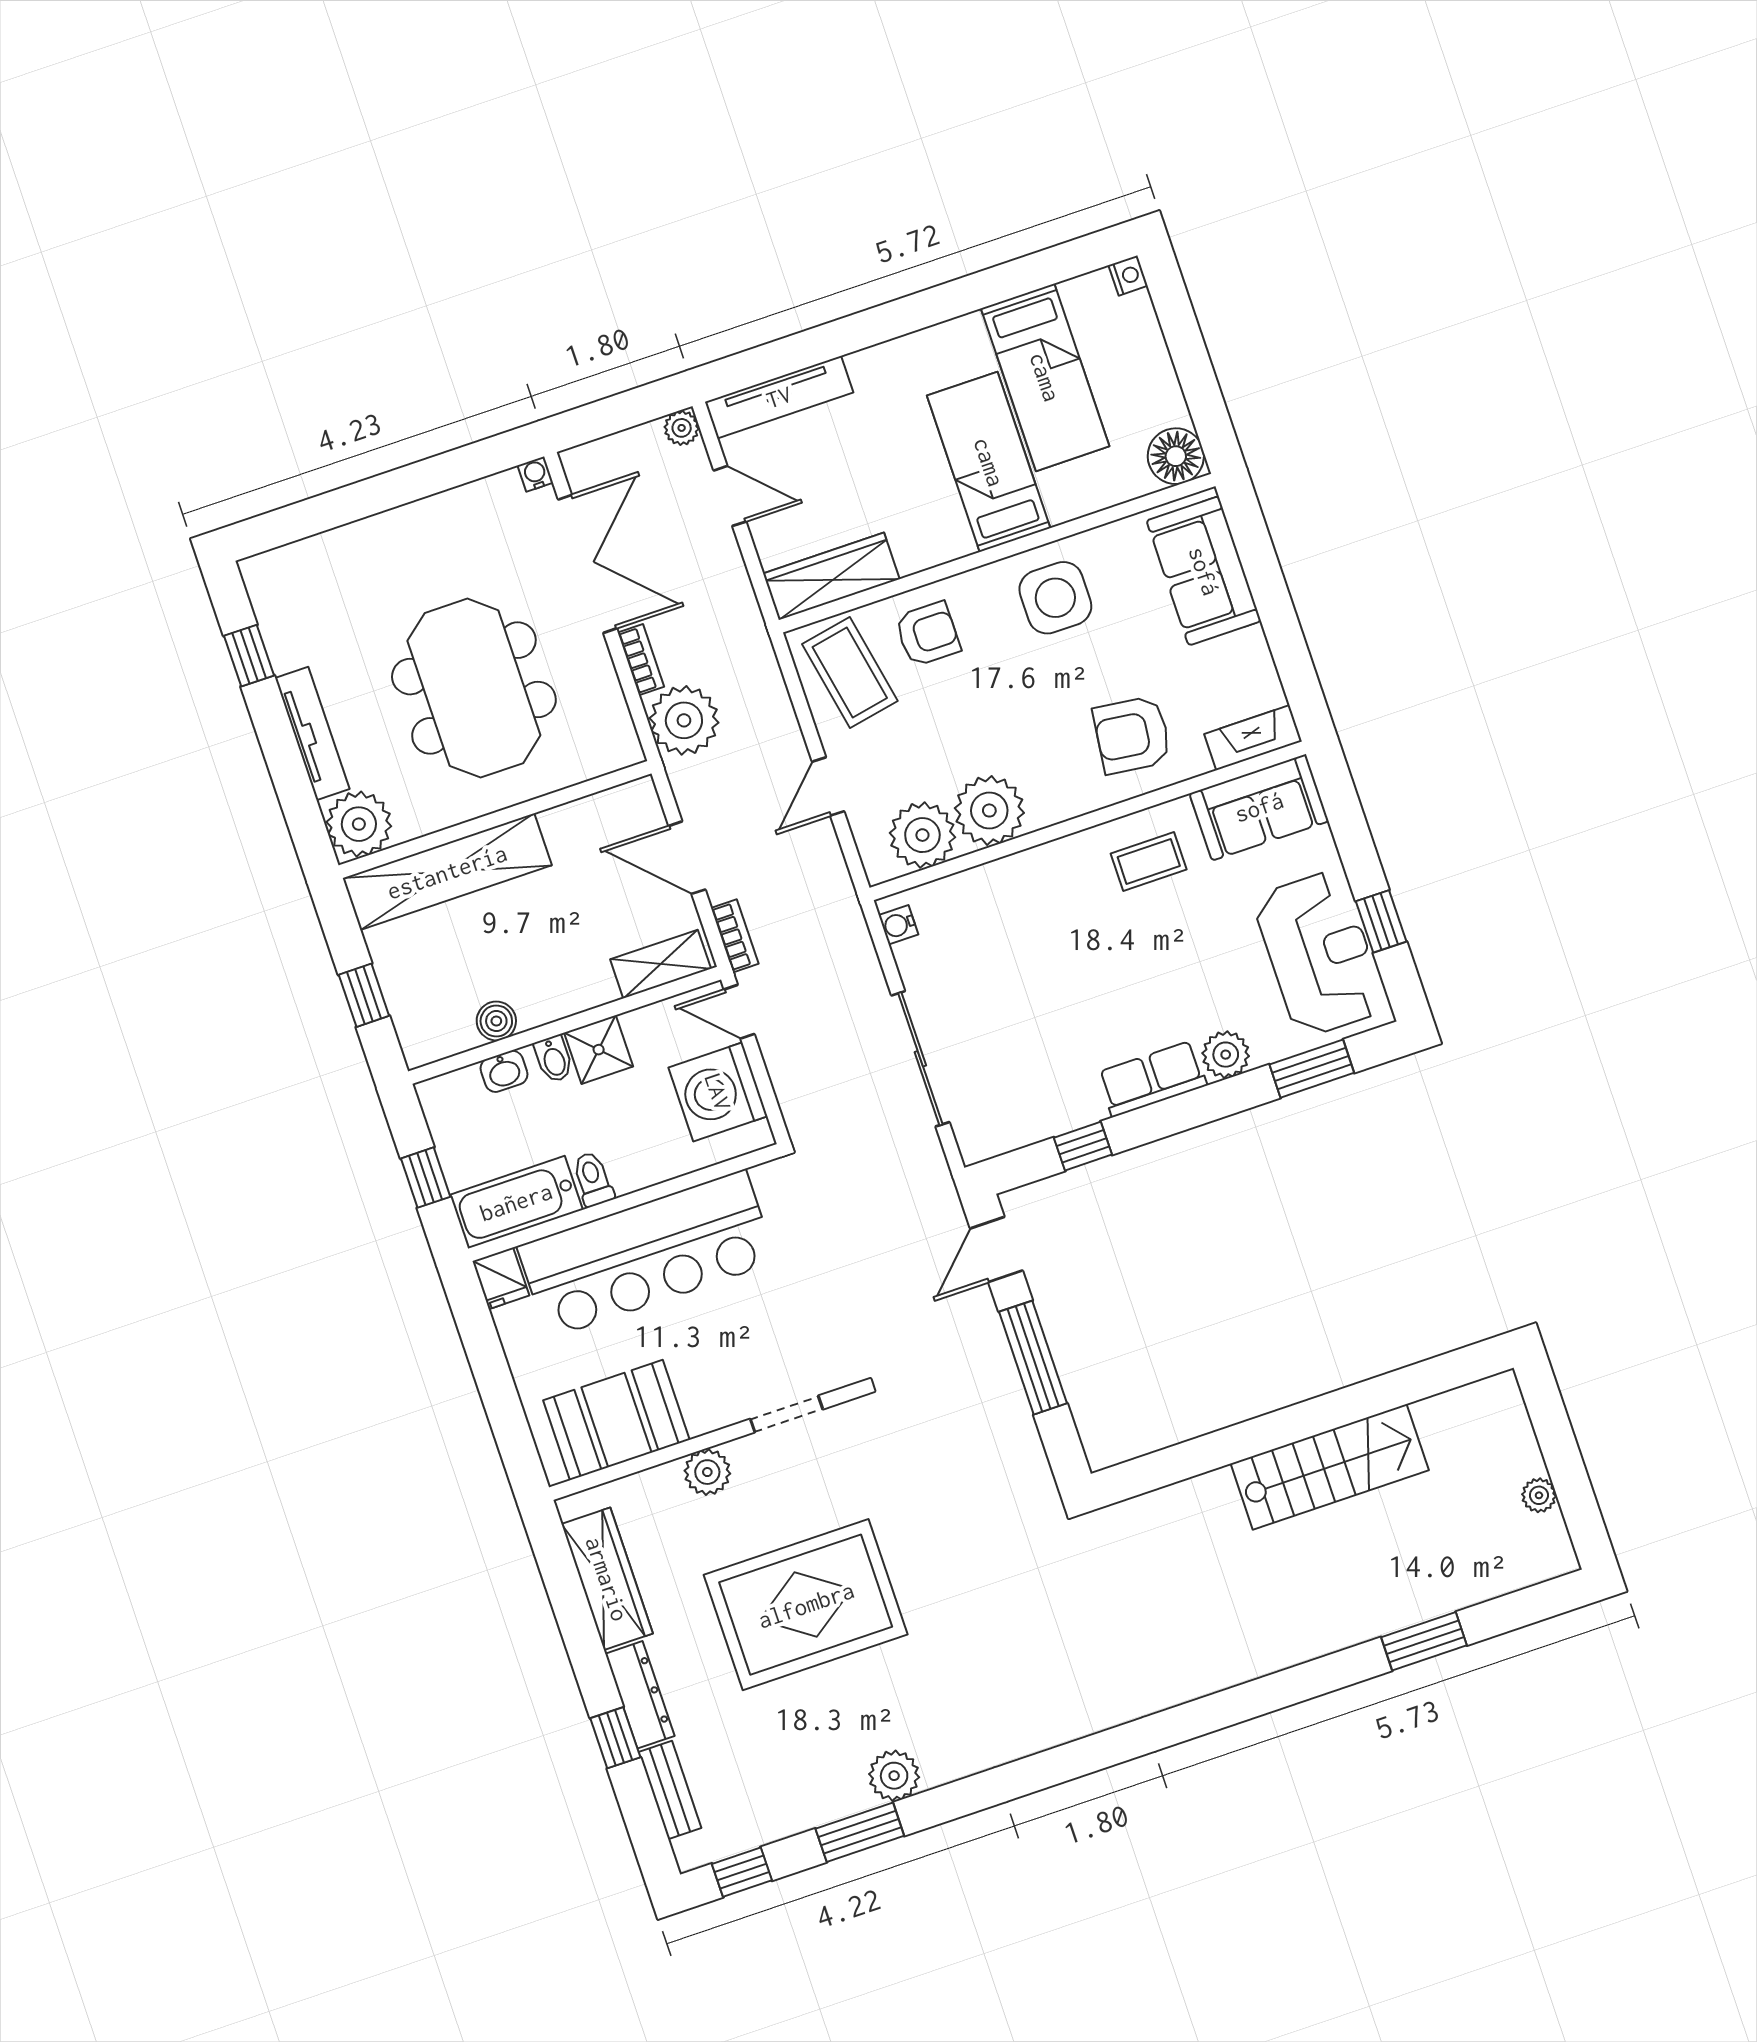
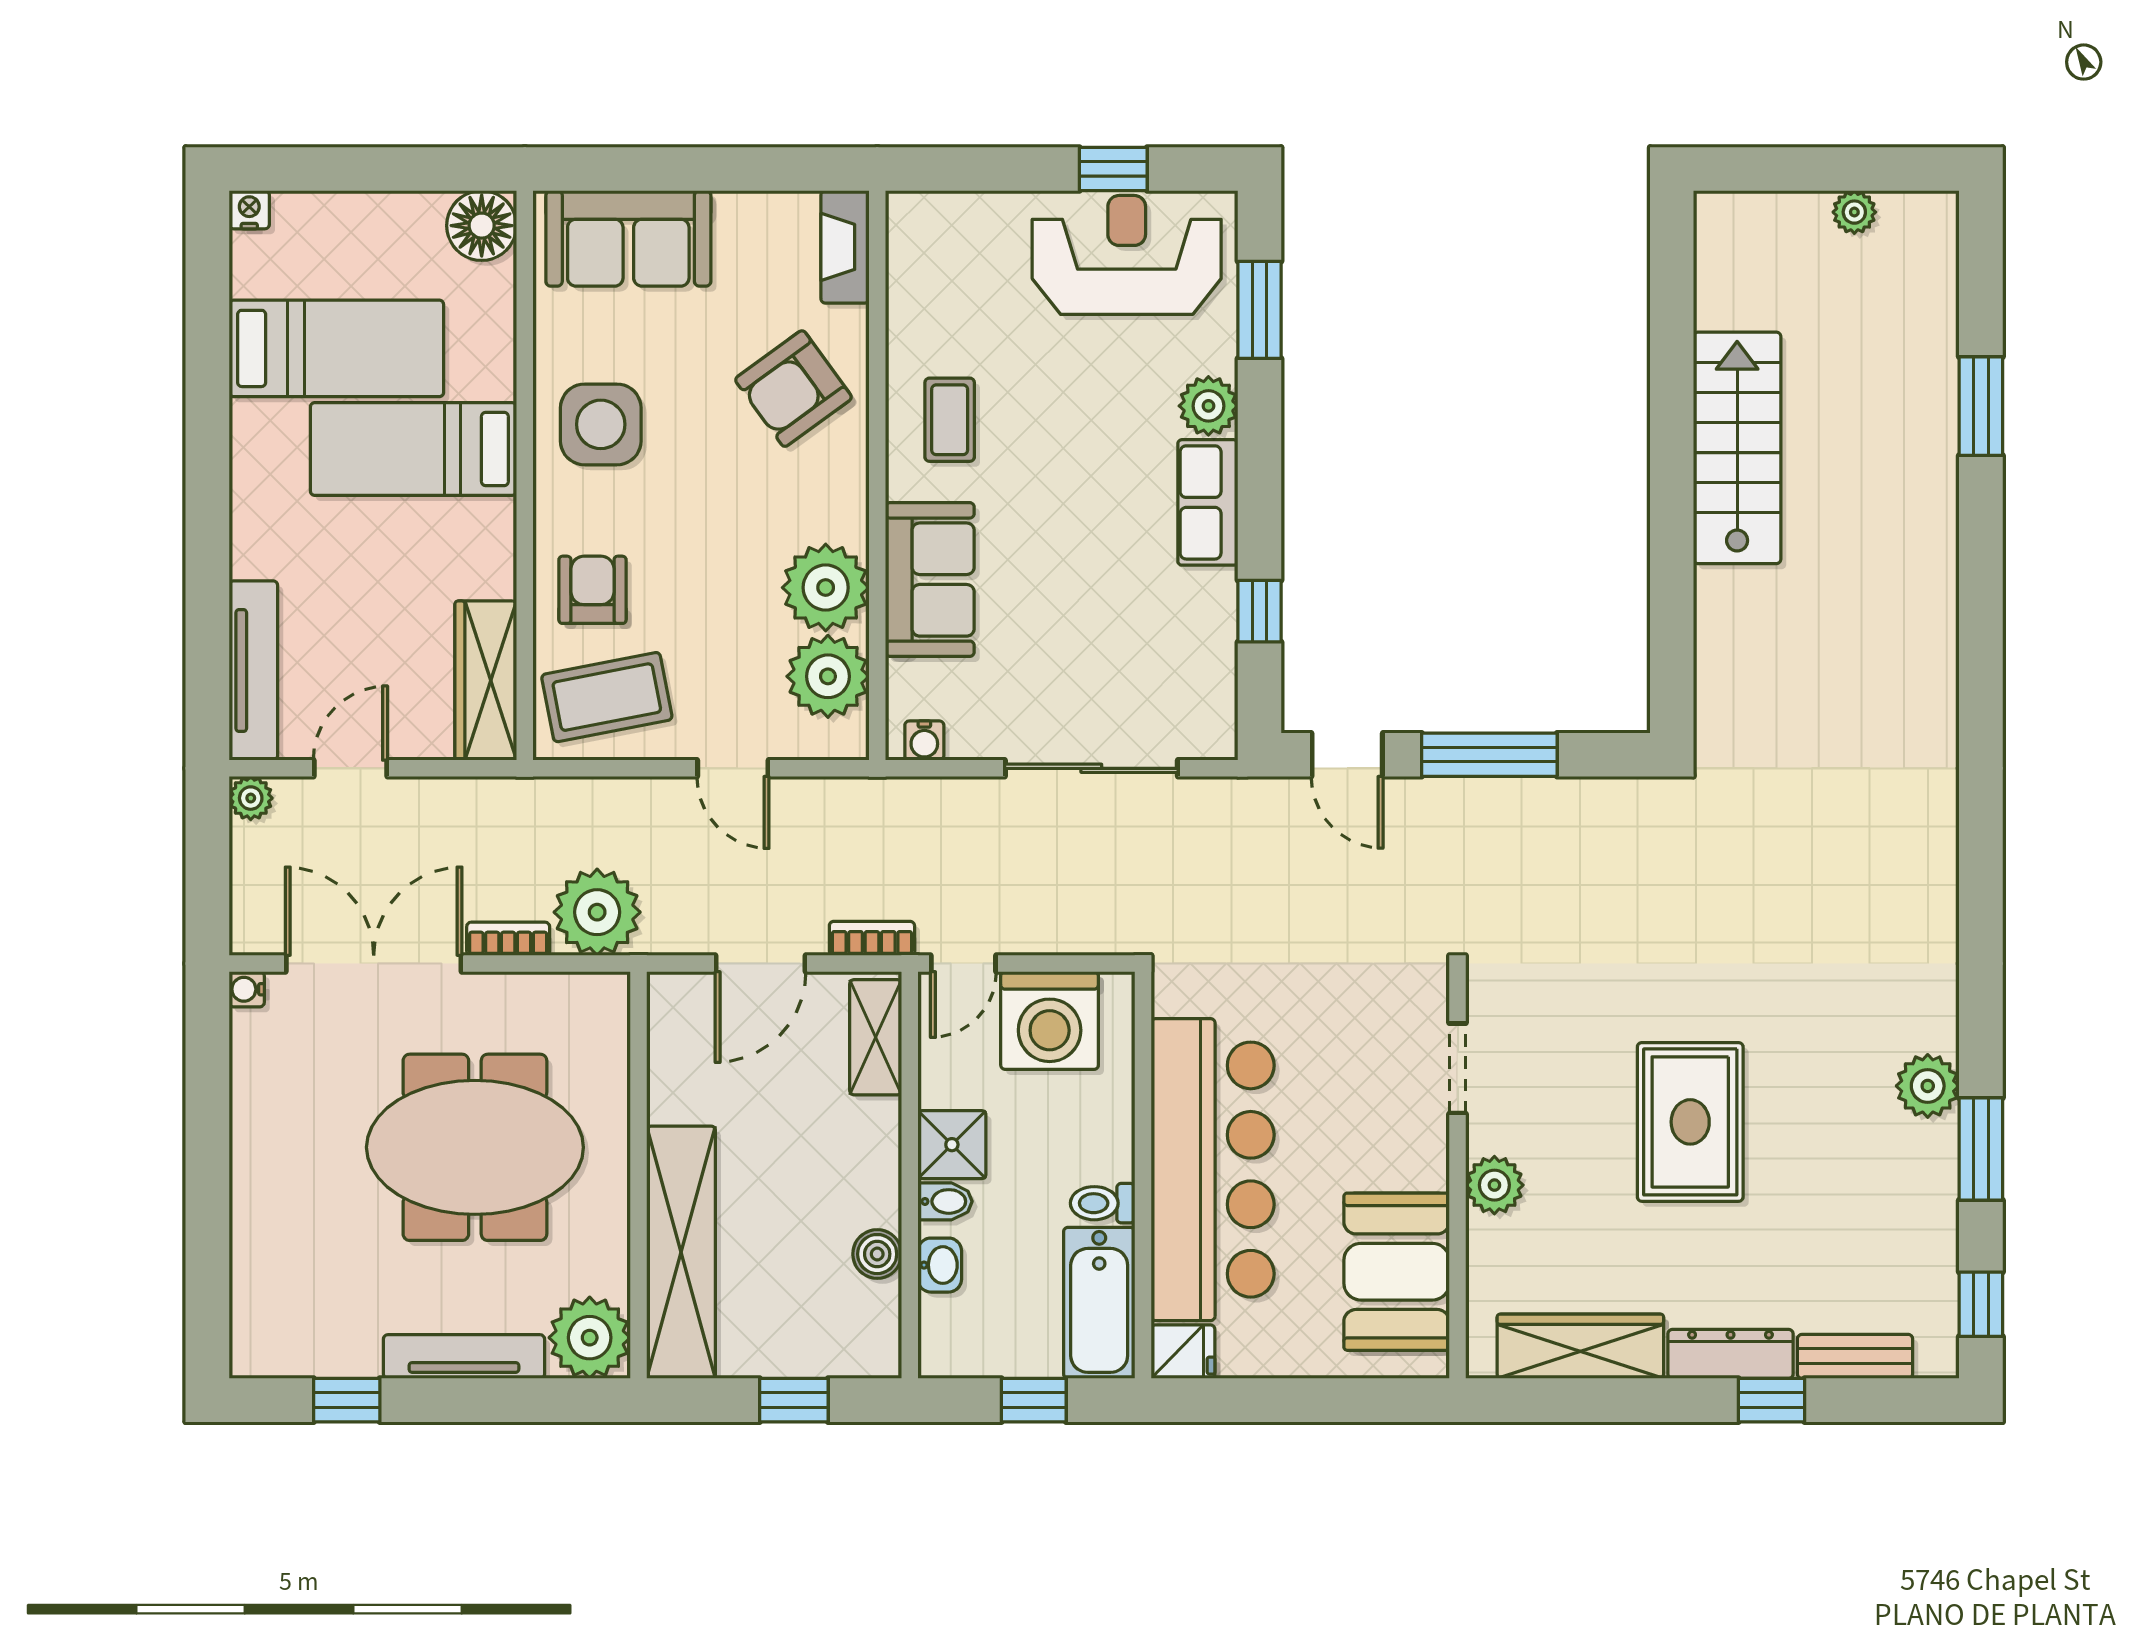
armchair: (1132, 735) -> (793, 389), turned 47
sofa: (1259, 807) -> (930, 580), moved
rug: (806, 1605) -> (1690, 1122), width x0.73, depth x0.69

